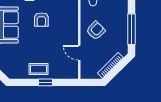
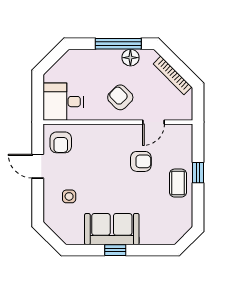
armchair: (41, 20) -> (141, 161), moved
floor lamp: (122, 37) -> (130, 58), added

